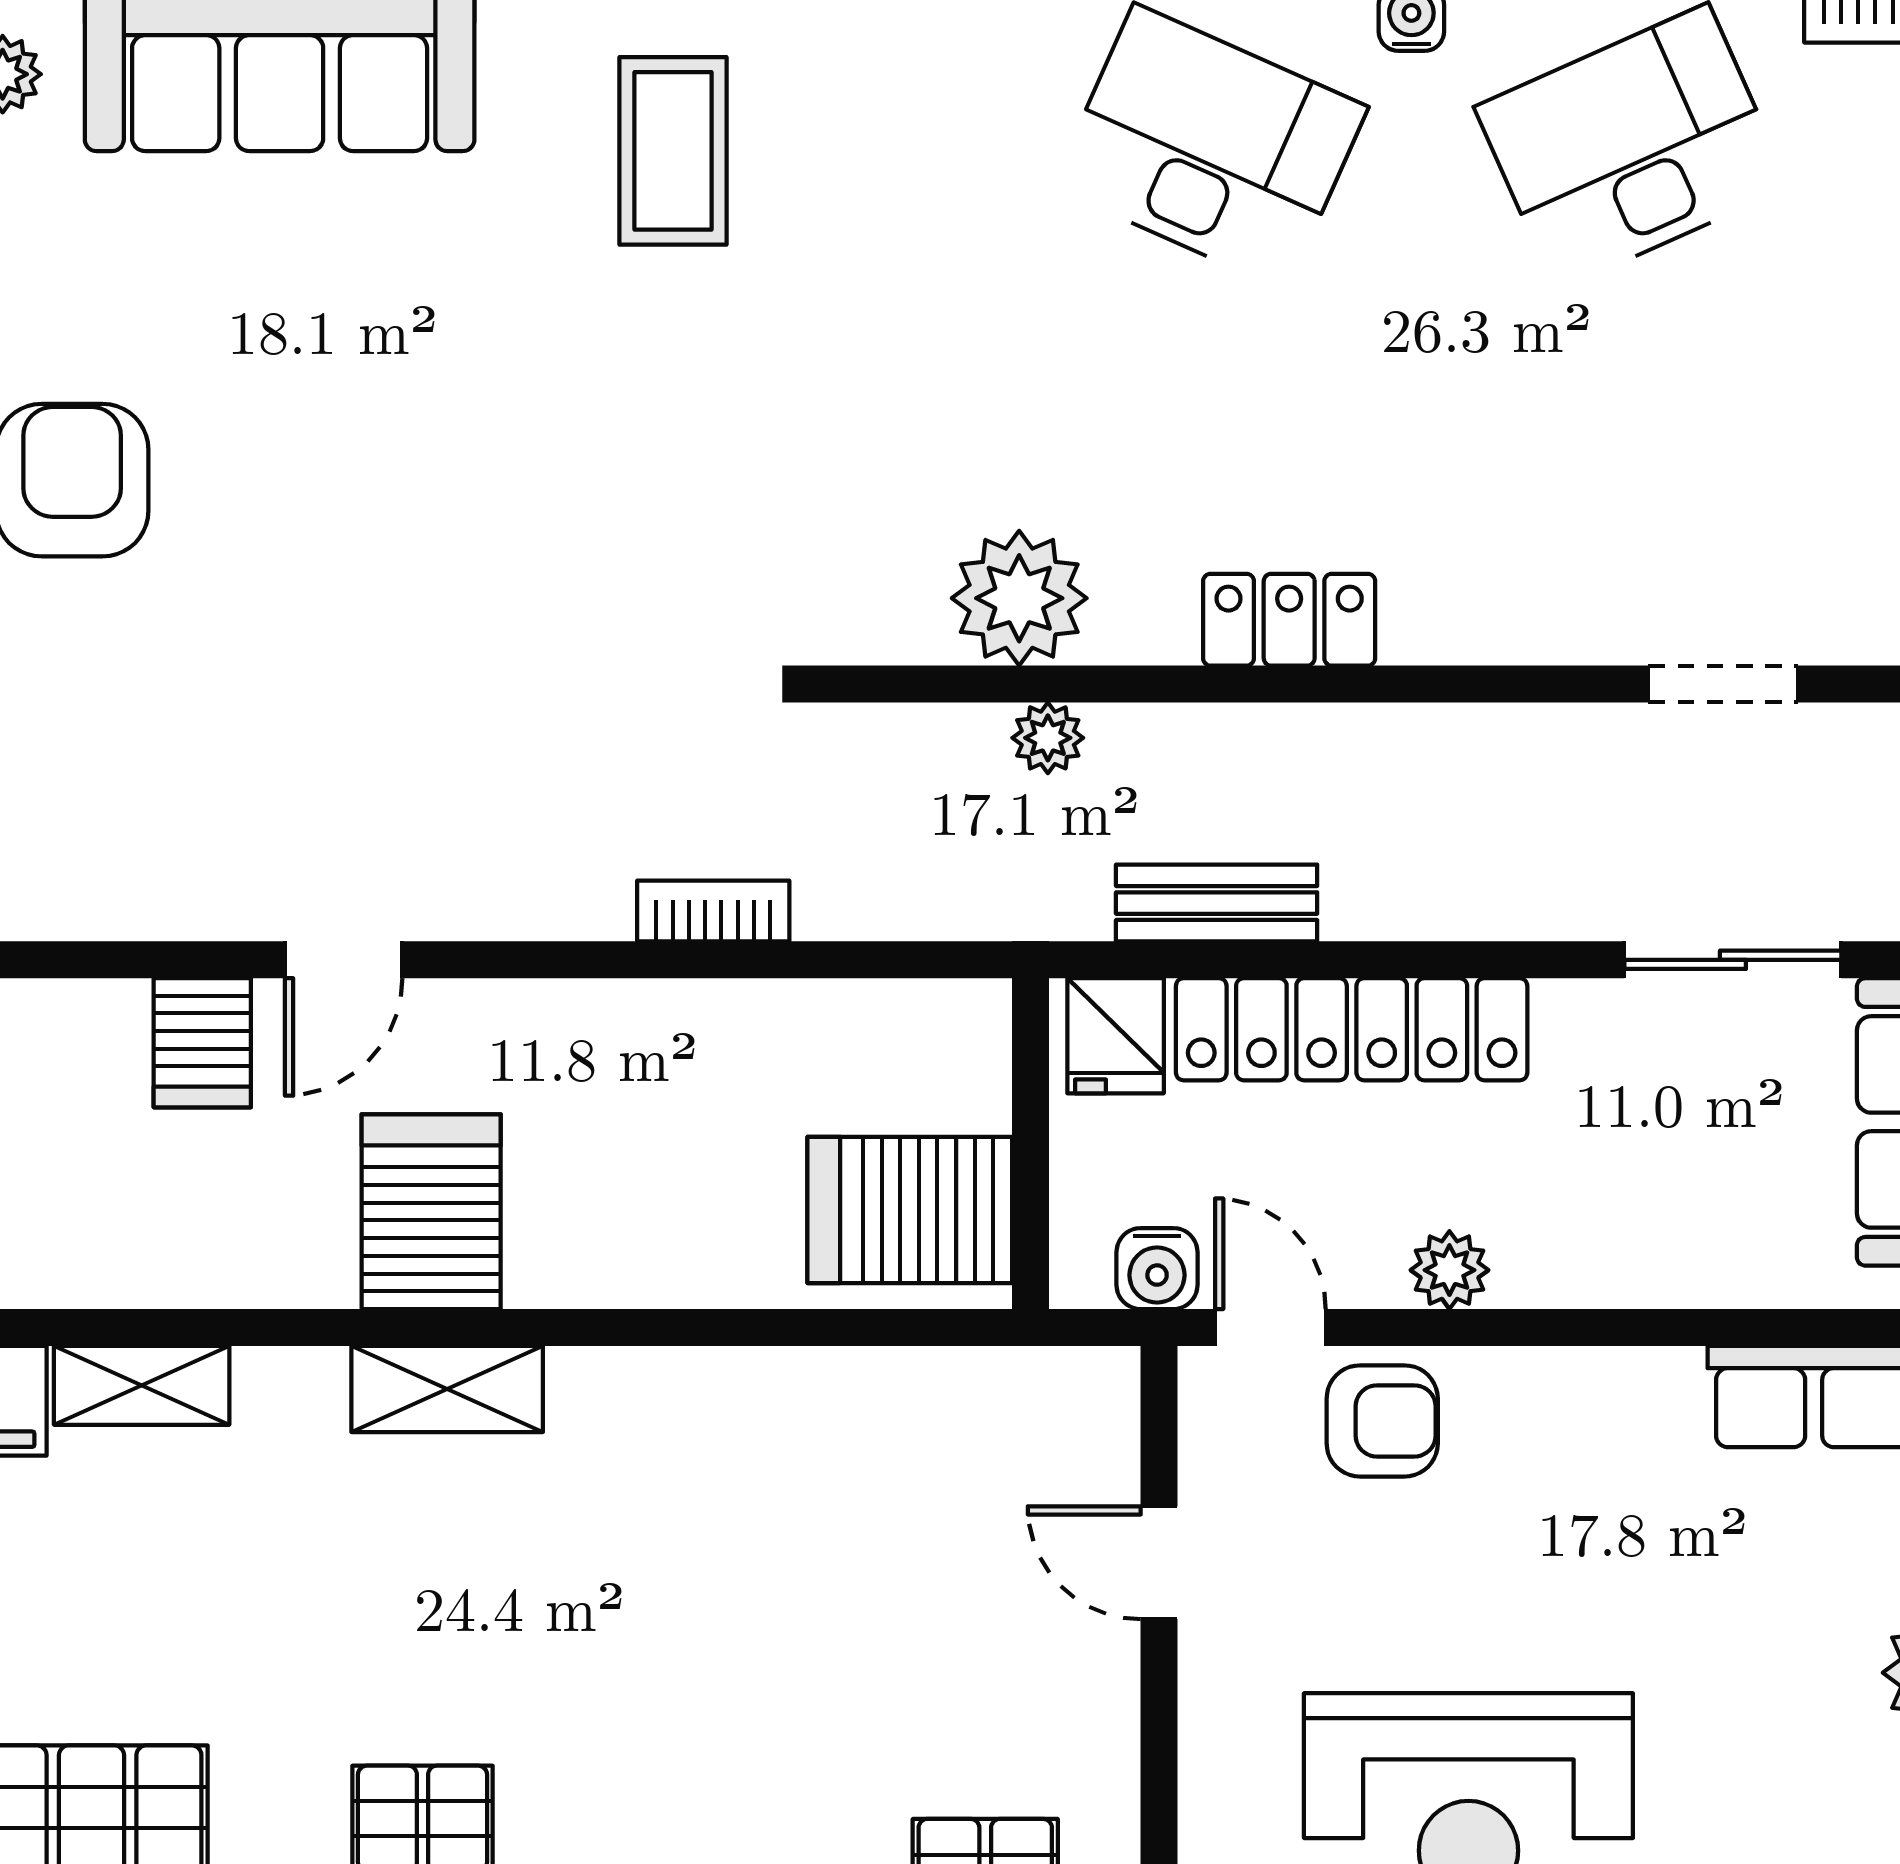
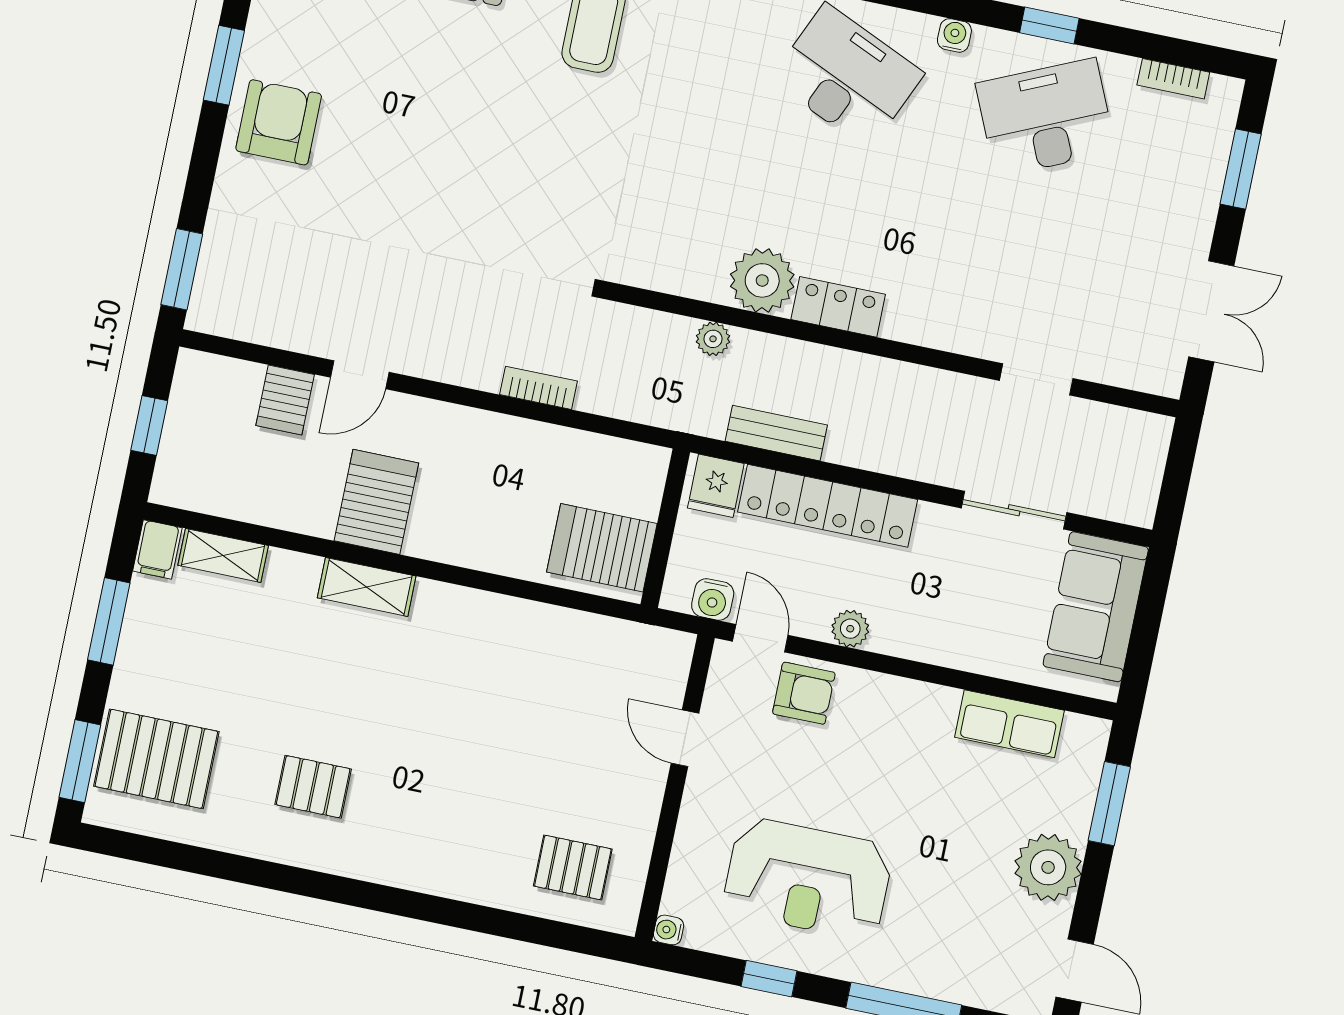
plant: (1019, 598) -> (762, 280), moved

